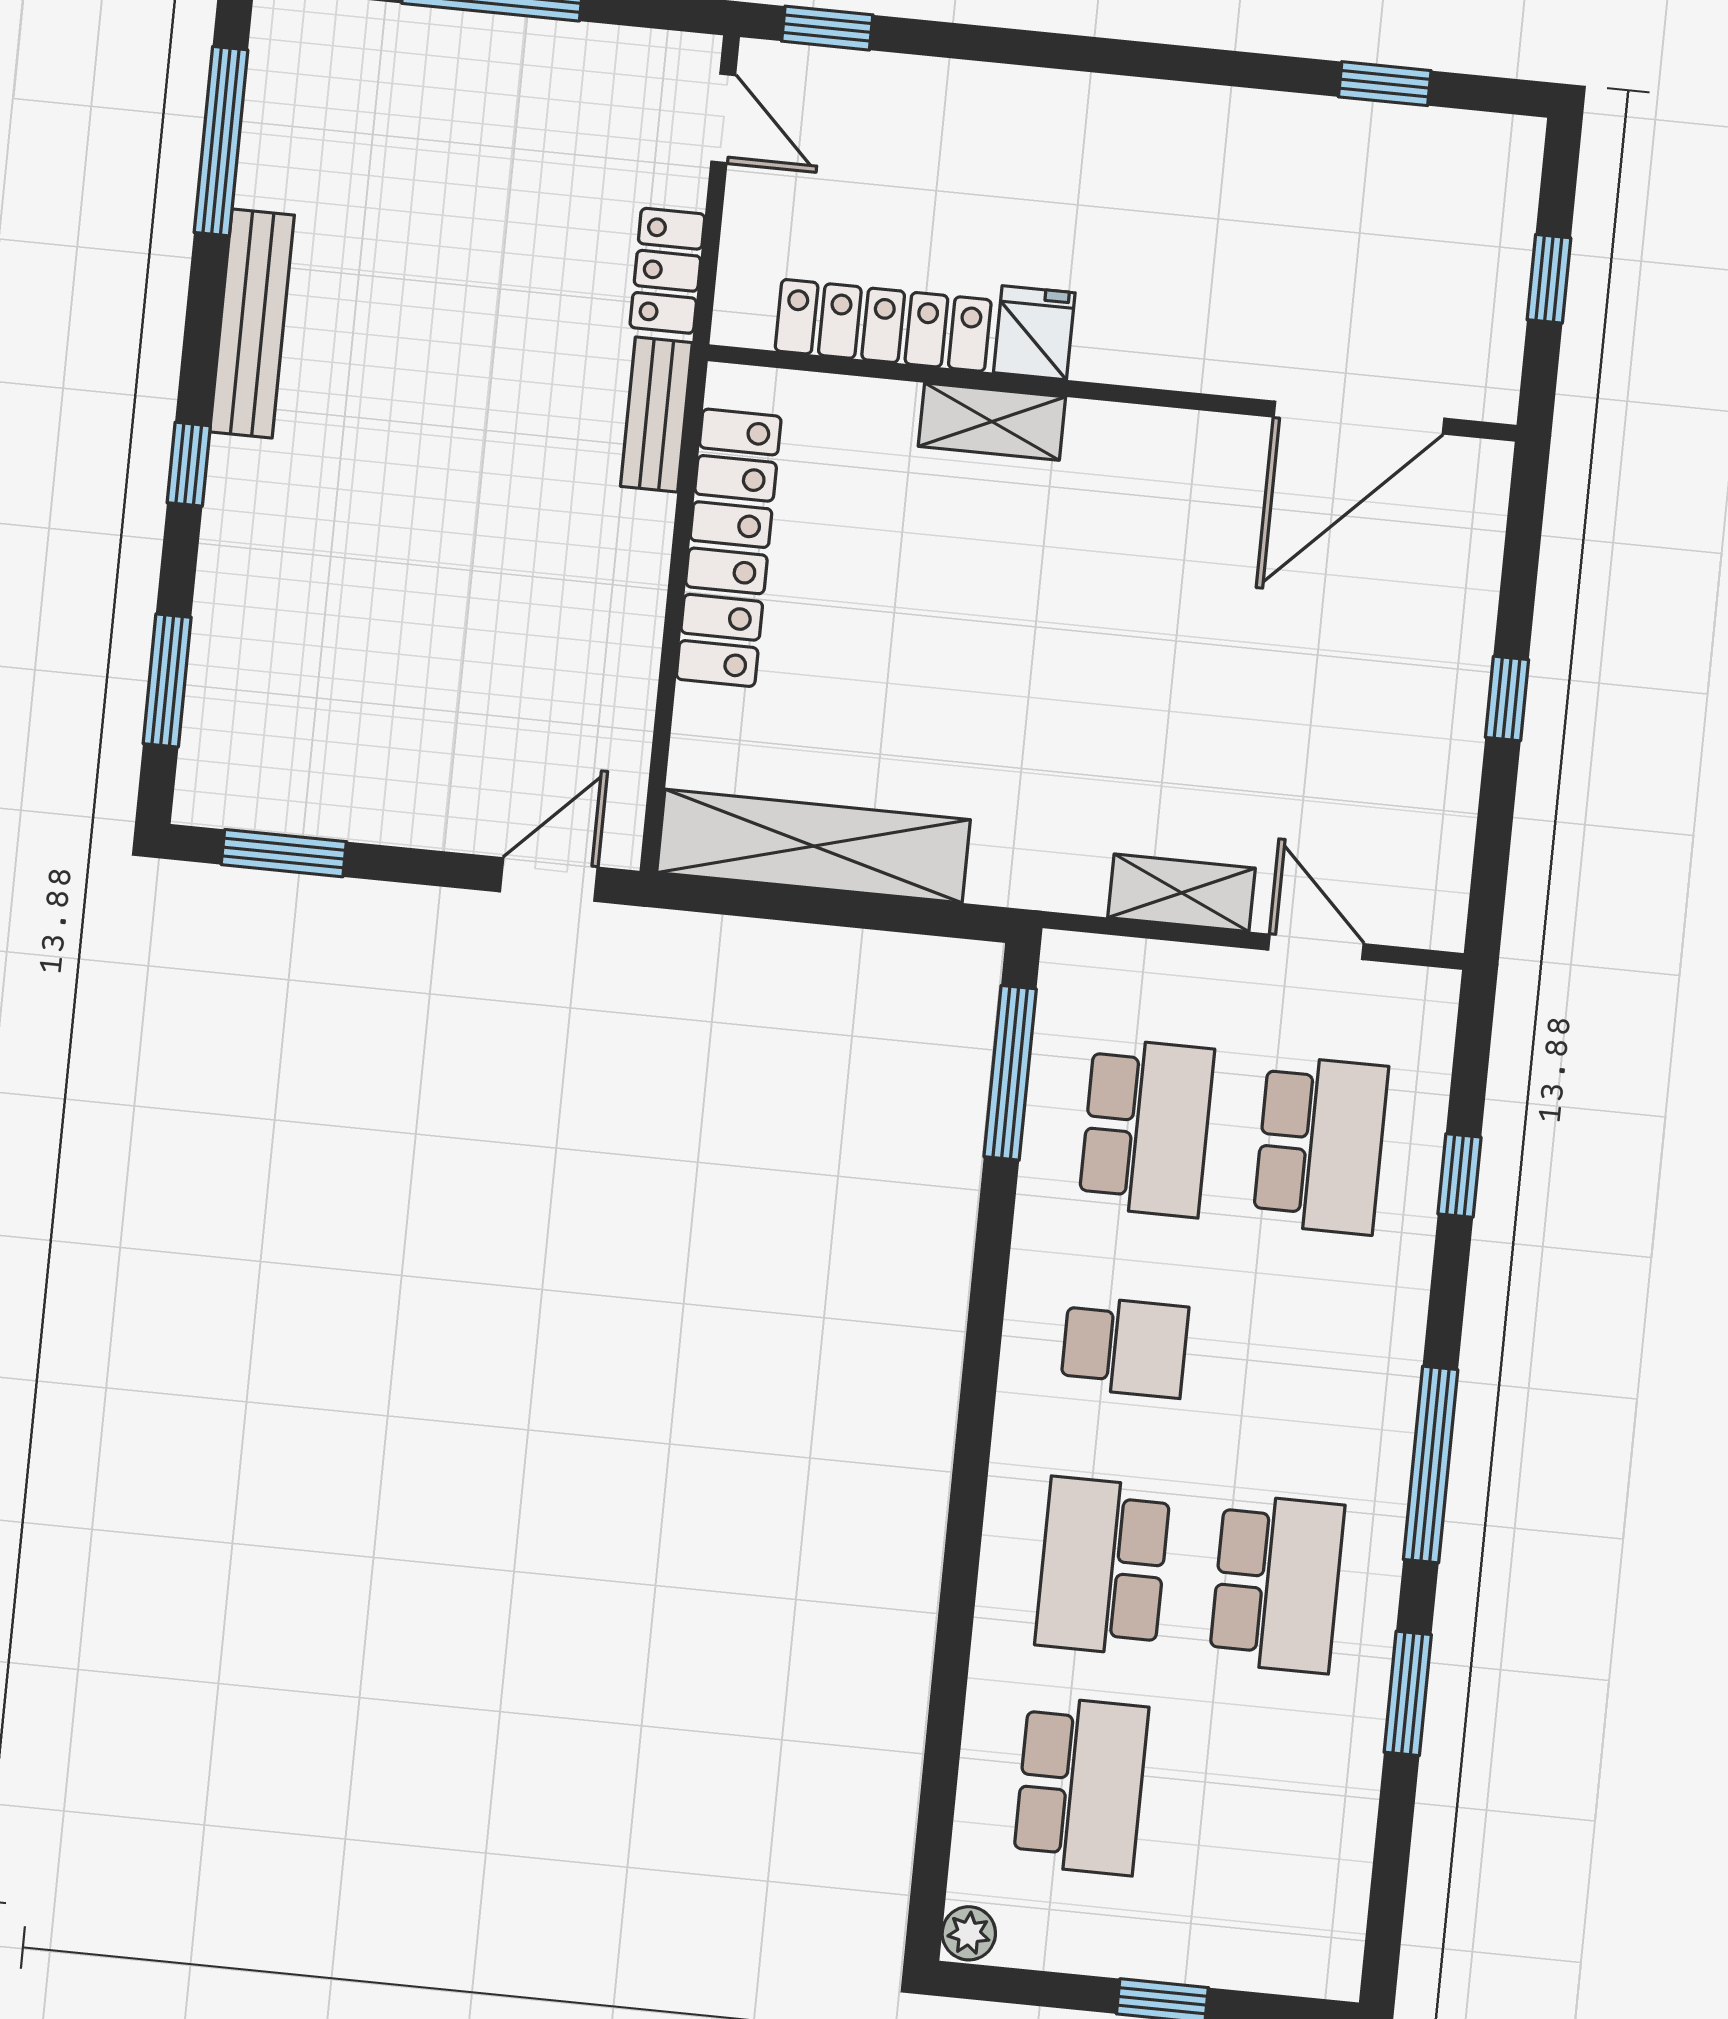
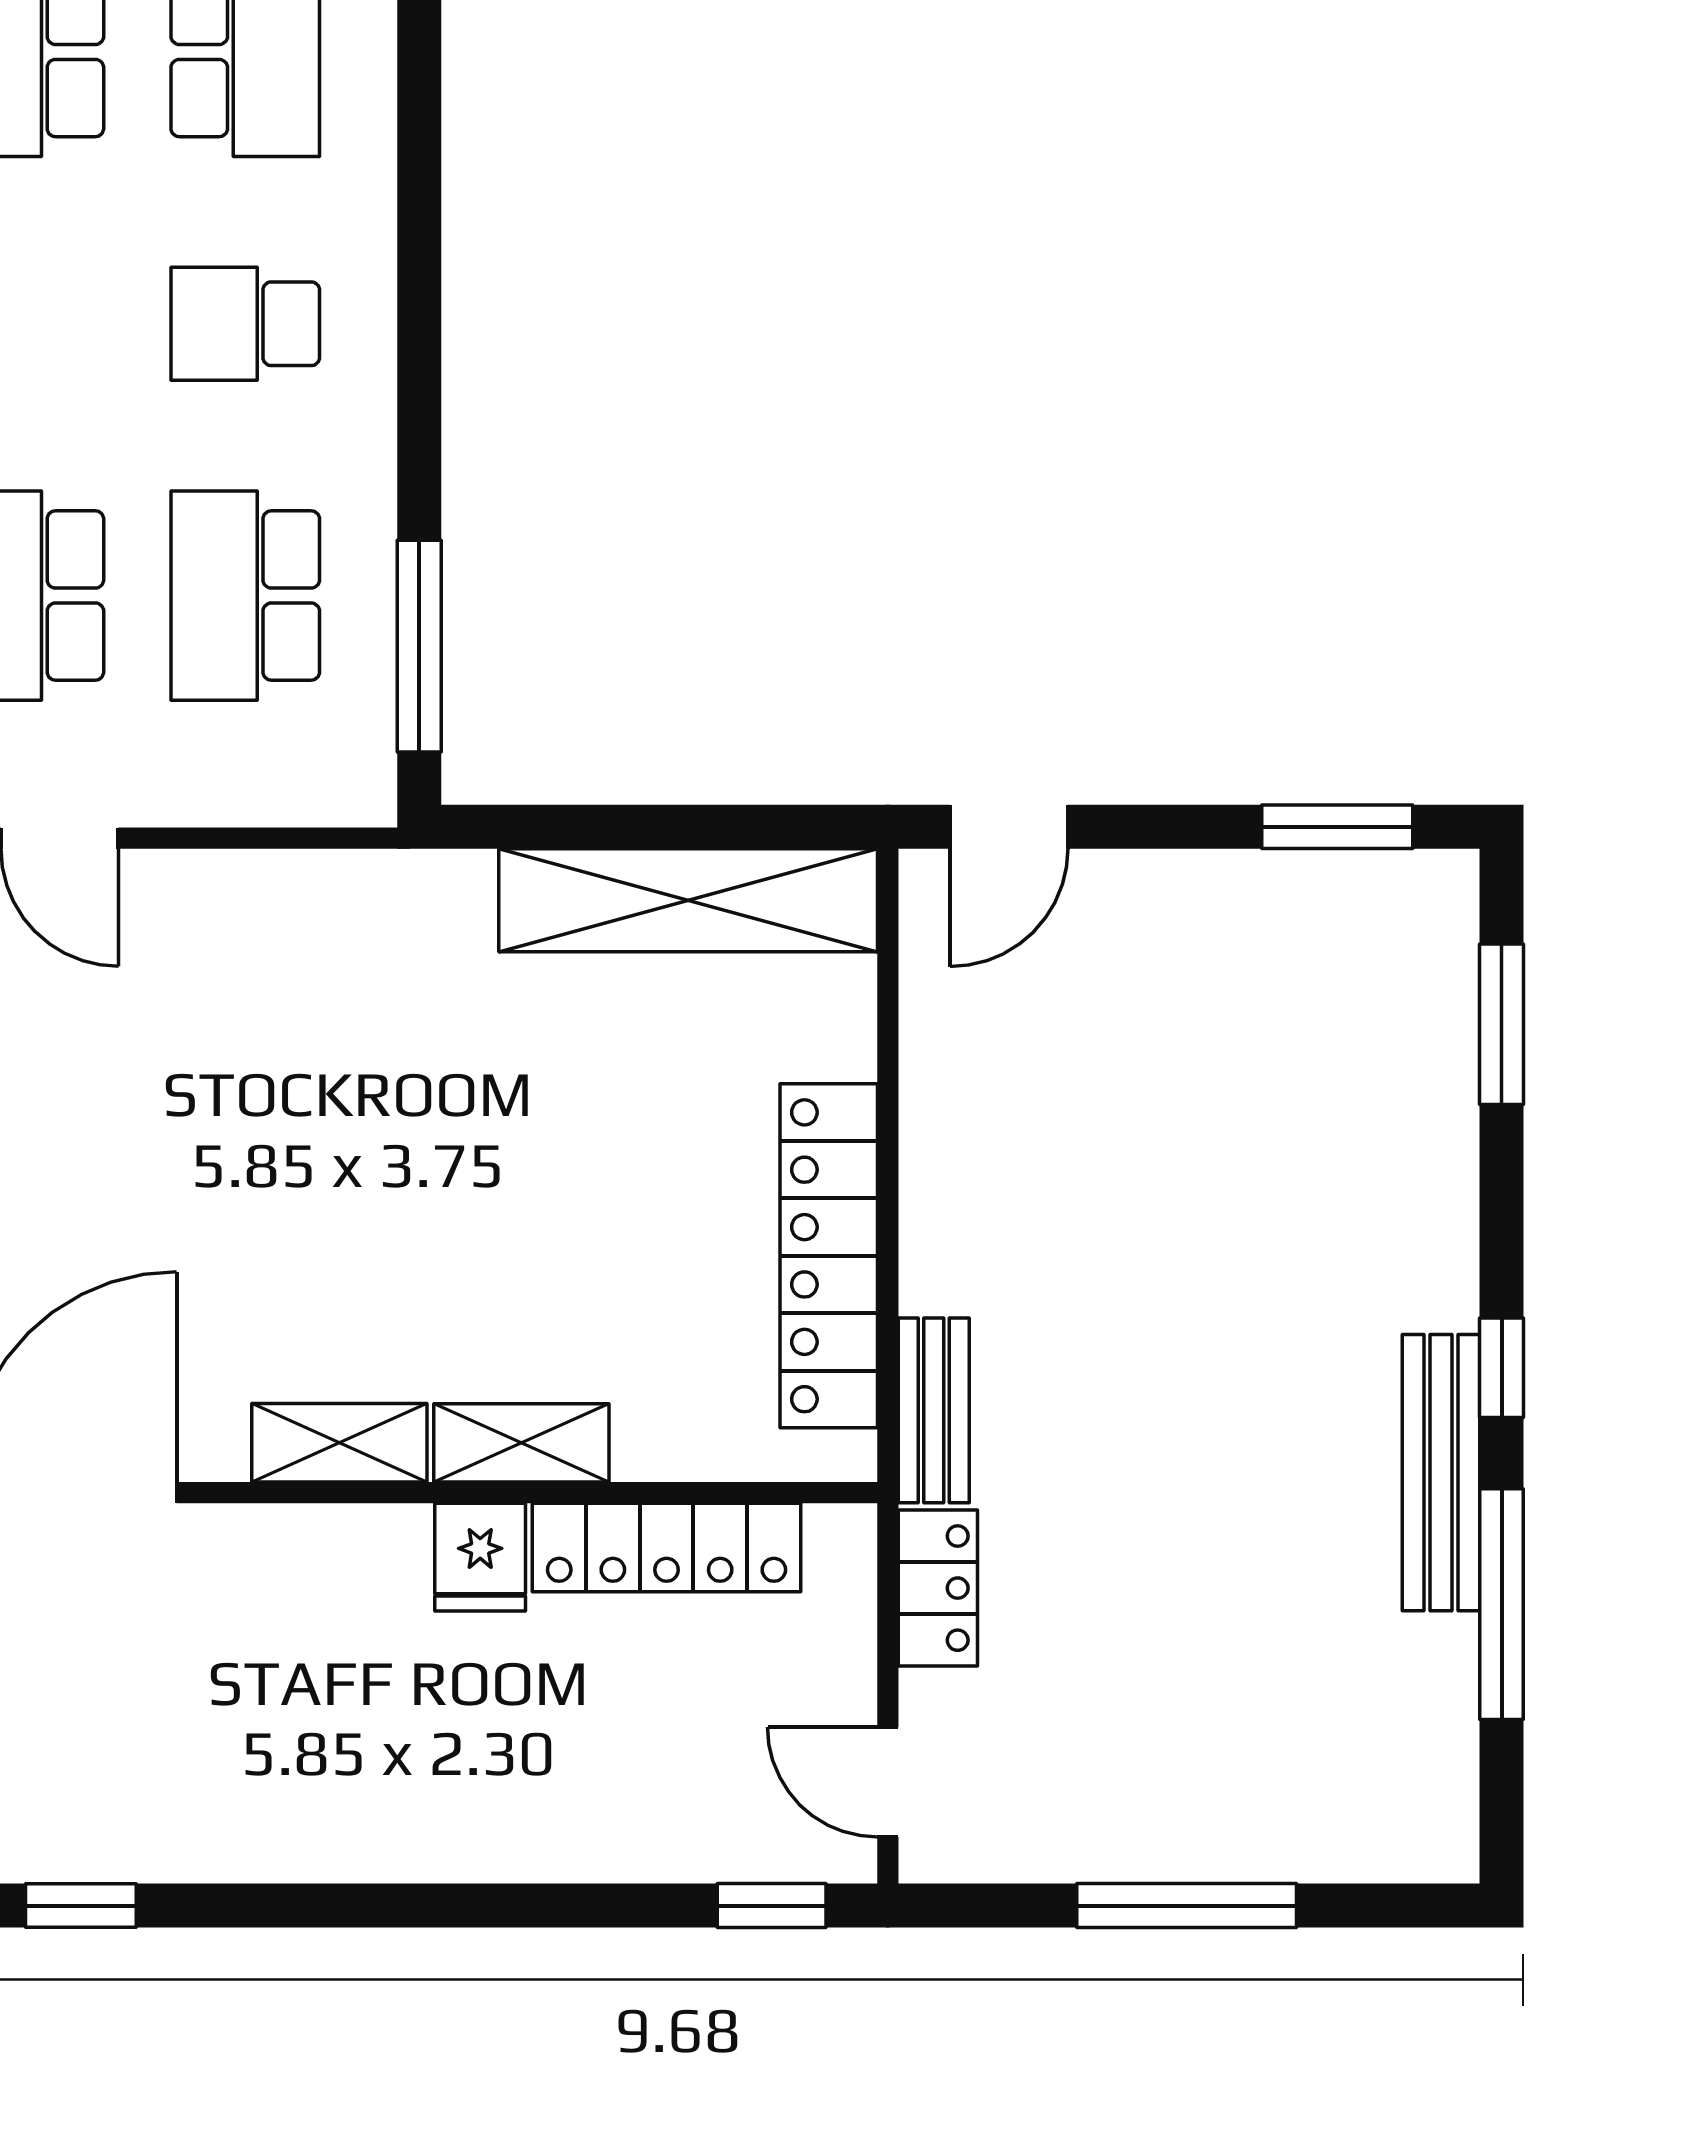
window: (221, 141) -> (1502, 1604), moved
window: (189, 464) -> (1502, 1368), moved
shelving: (1181, 893) -> (339, 1443), moved

